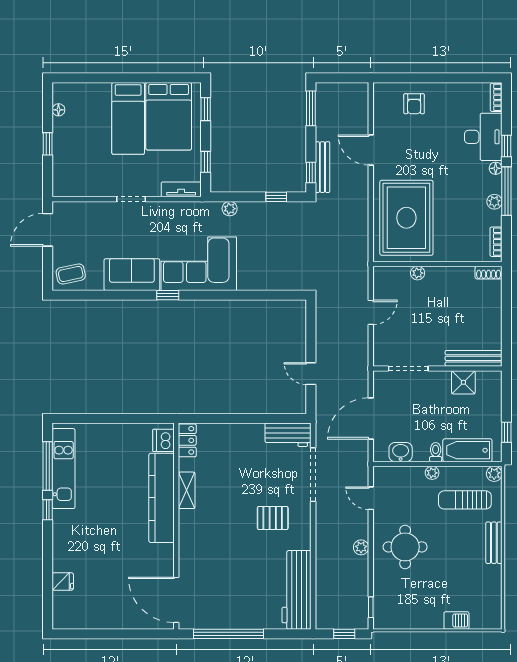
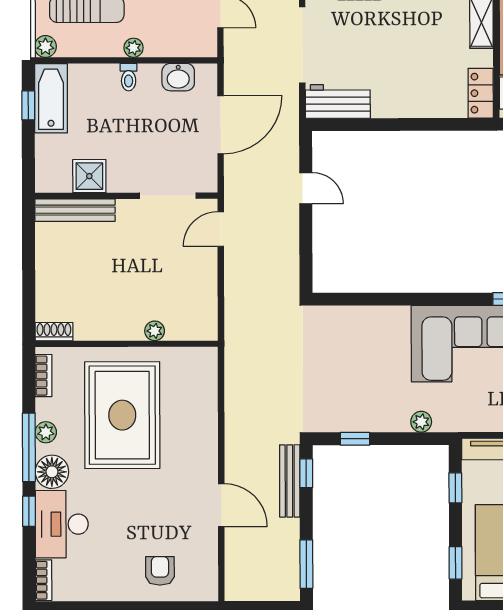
floor lamp: (496, 168) -> (52, 472), width x1.89, depth x1.89
rug: (406, 218) -> (122, 415), moved
door: (371, 312) -> (221, 229), moved
bathtub: (467, 450) -> (51, 98), moved, turned -90

